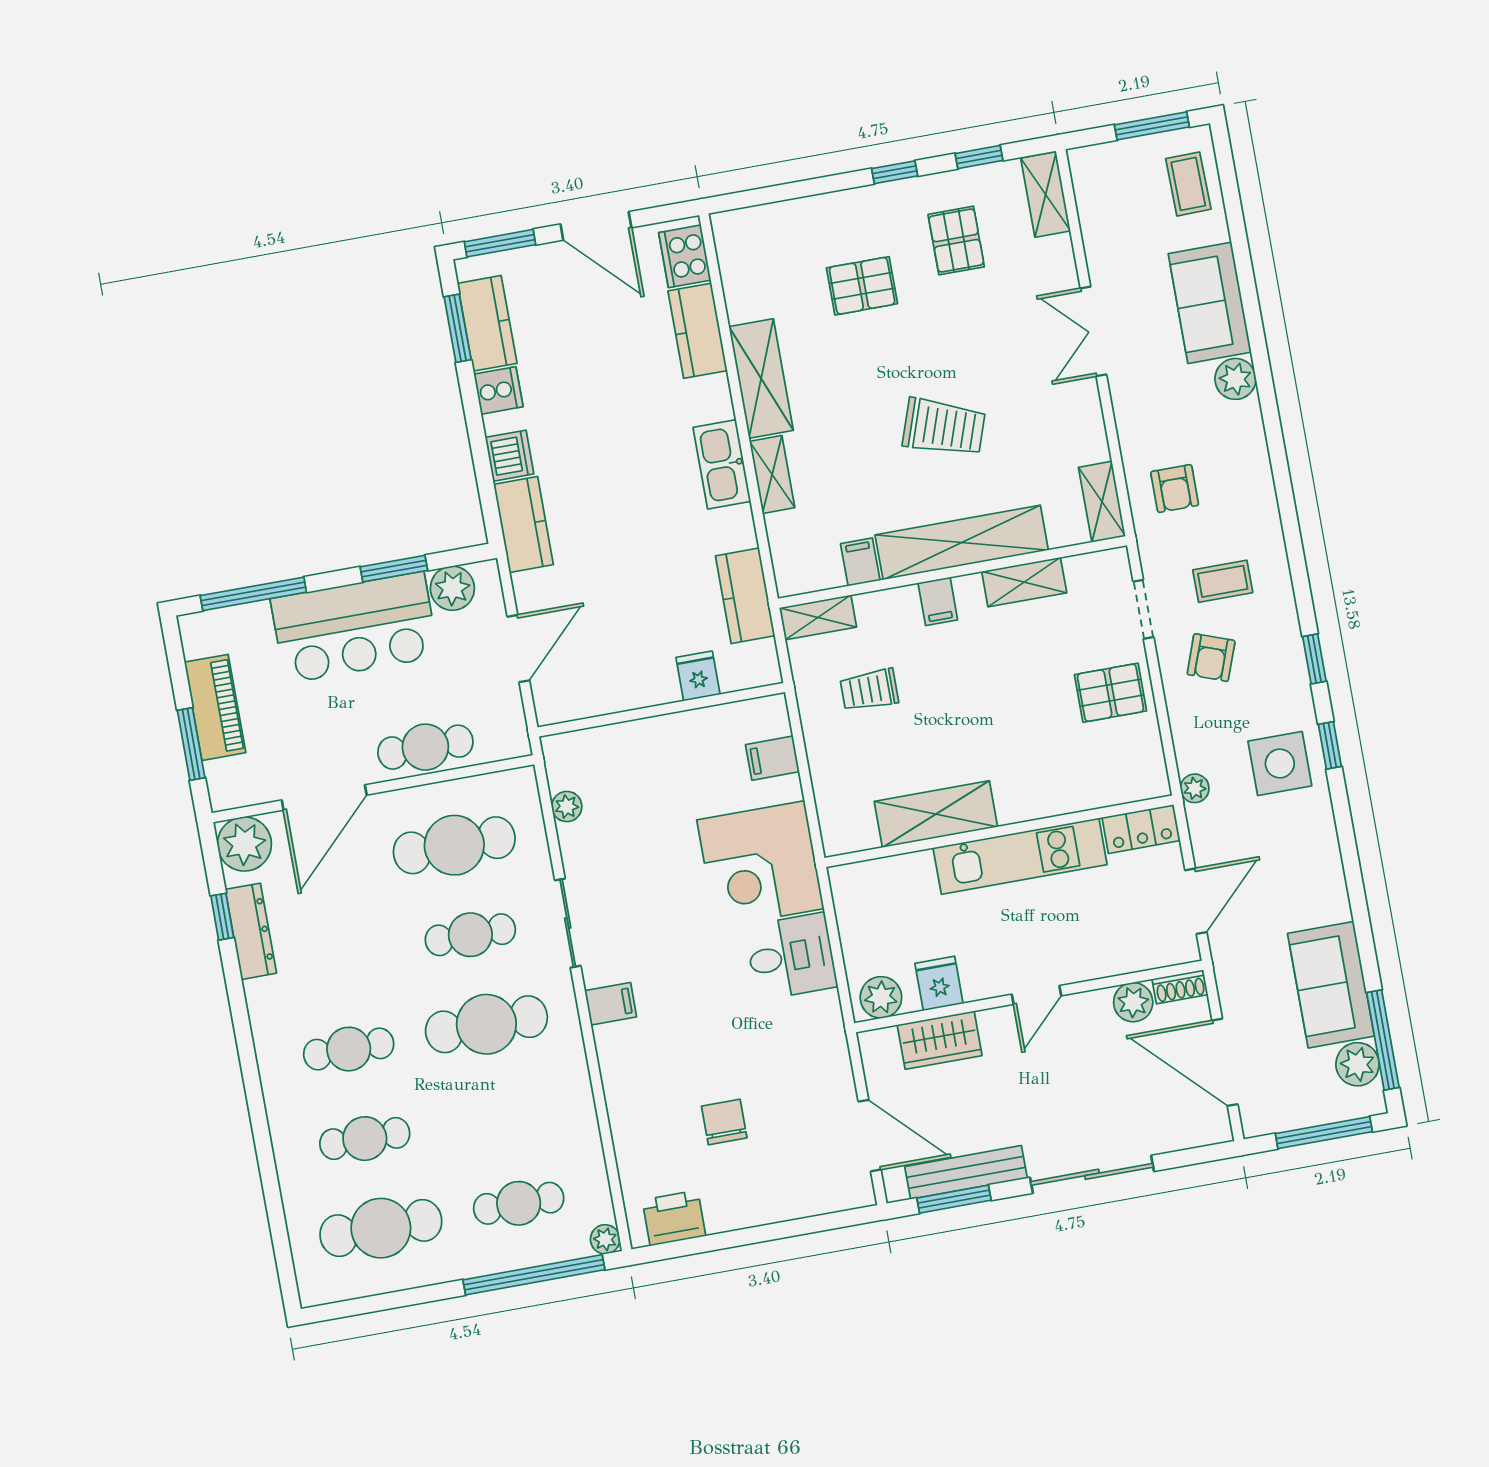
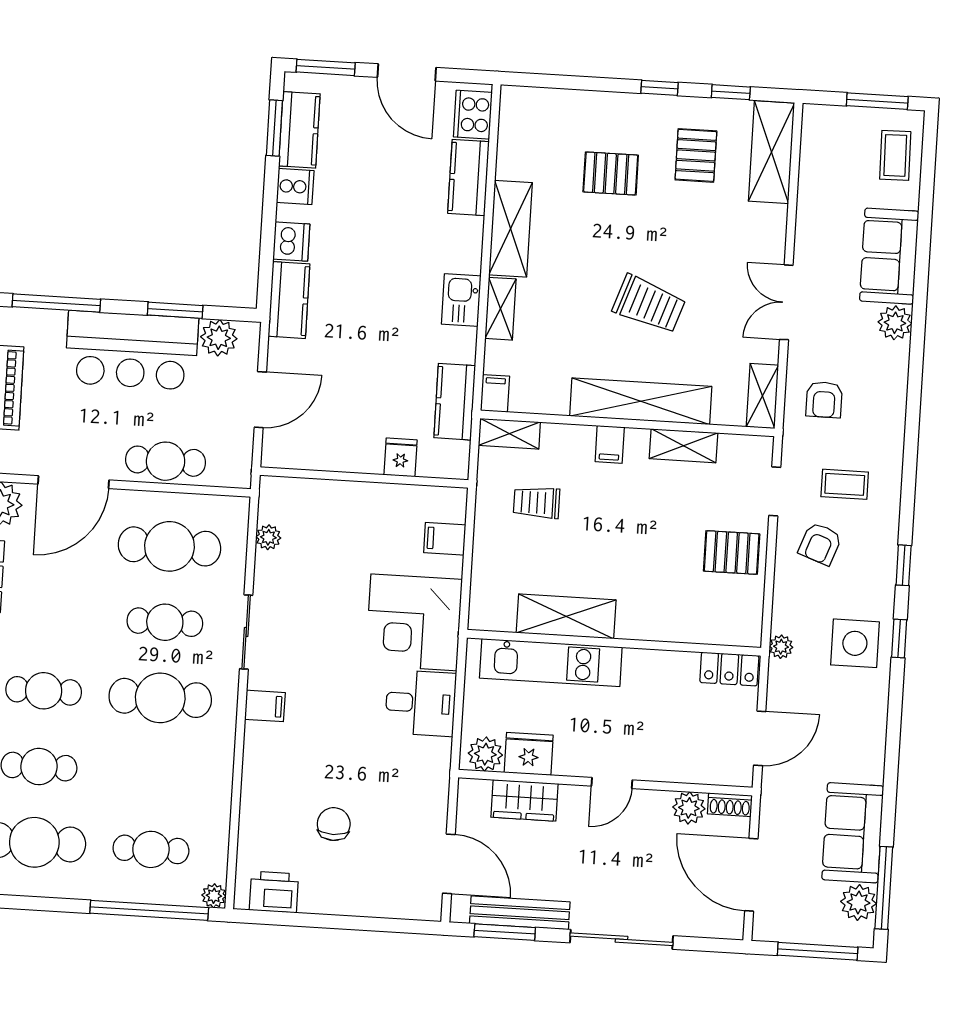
shelving: (1046, 194) -> (771, 152), width x1.50, depth x1.33
double door: (1093, 331) -> (786, 302), moved
kitchen sink: (722, 464) -> (461, 300), width x0.73
filing cabinet: (860, 562) -> (495, 393), moved
kitchen unit: (1020, 856) -> (551, 663), moved
fridge: (939, 983) -> (529, 754), width x1.38

